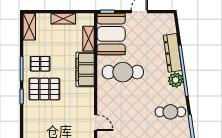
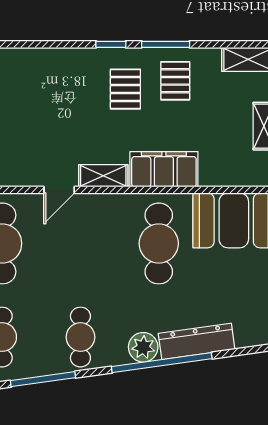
shelving: (88, 39) -> (103, 176), moved
pallet: (44, 89) -> (125, 89), width x0.67, depth x0.71

